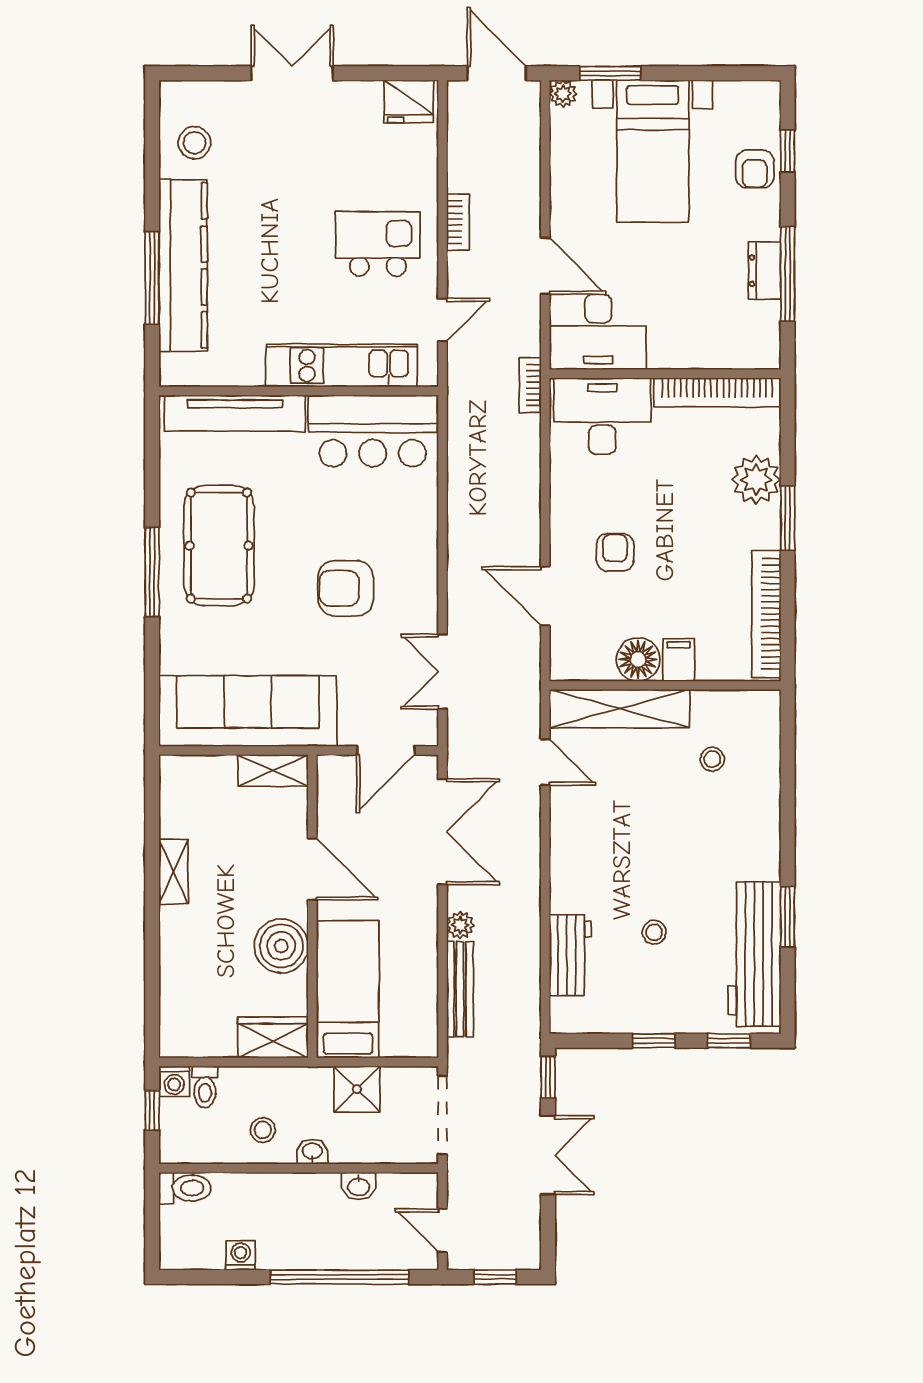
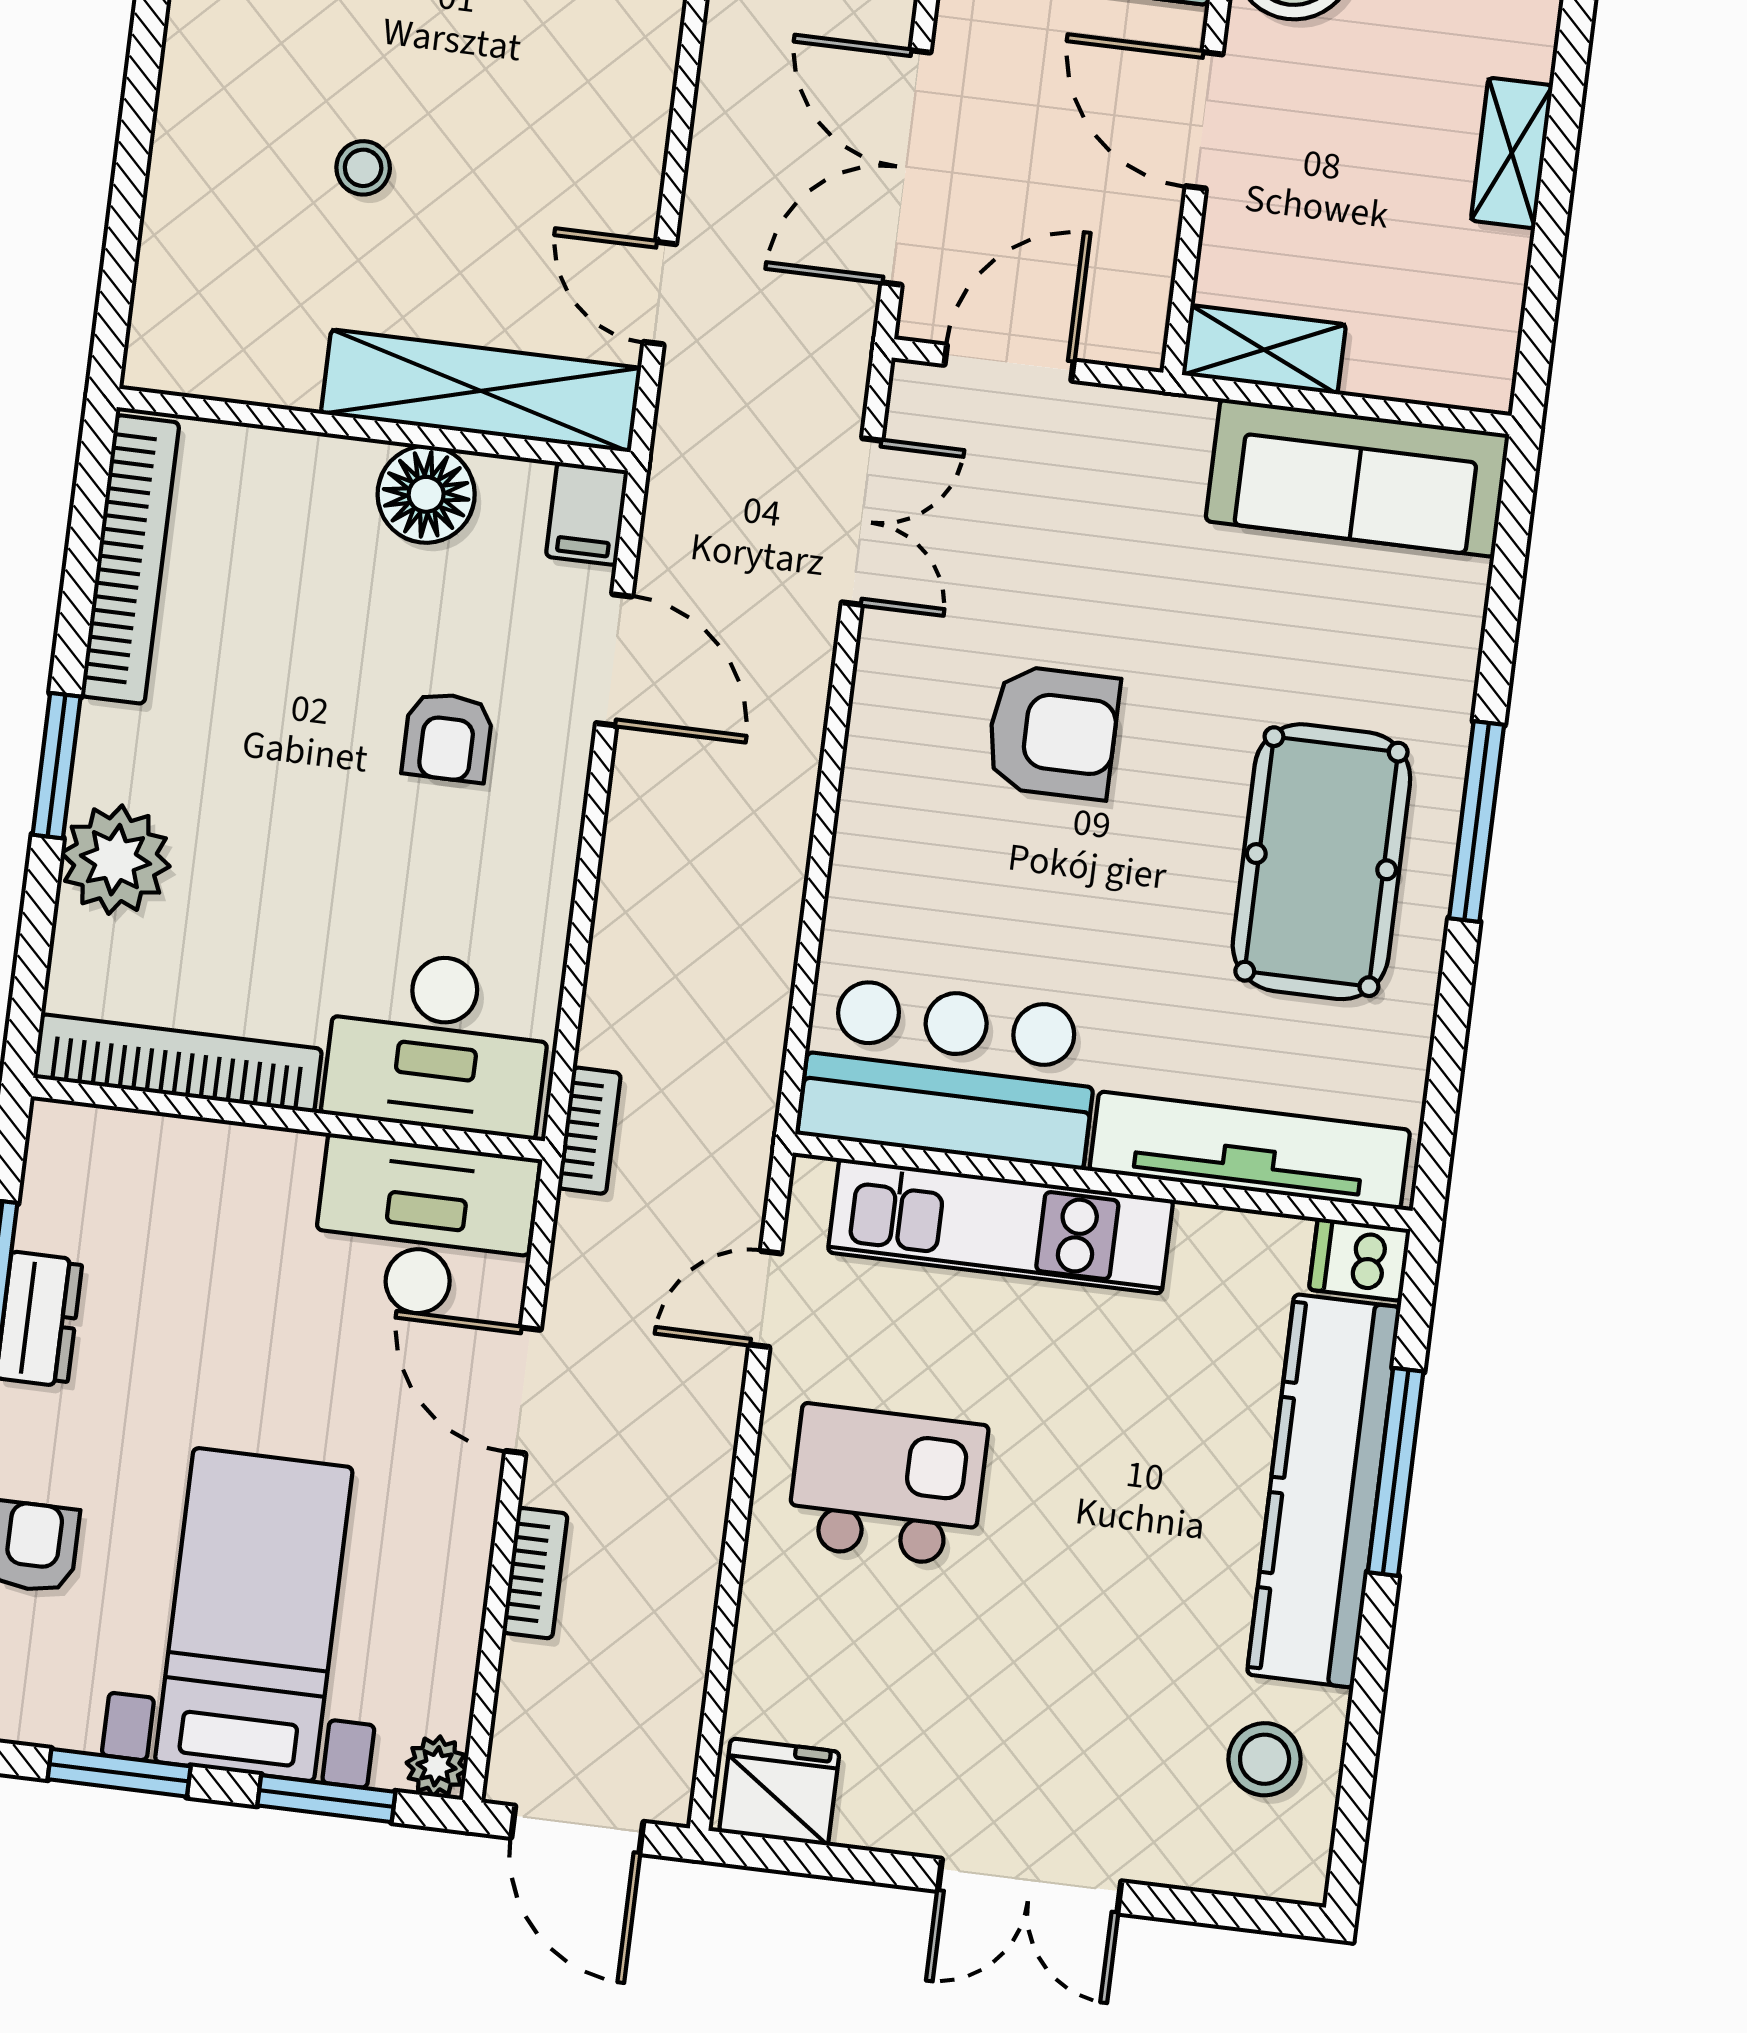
window: (704, 73) -> (119, 1773), added
bookcase: (458, 222) -> (535, 1573), moved, turned 180
kitchen island: (378, 244) -> (887, 1485), turned 180
dishwasher: (180, 371) -> (1360, 1259), added
filing cabinet: (679, 660) -> (587, 514), moved
sofa: (248, 711) -> (1357, 478), width x0.74, depth x0.79
stool: (712, 759) -> (363, 168), moved

